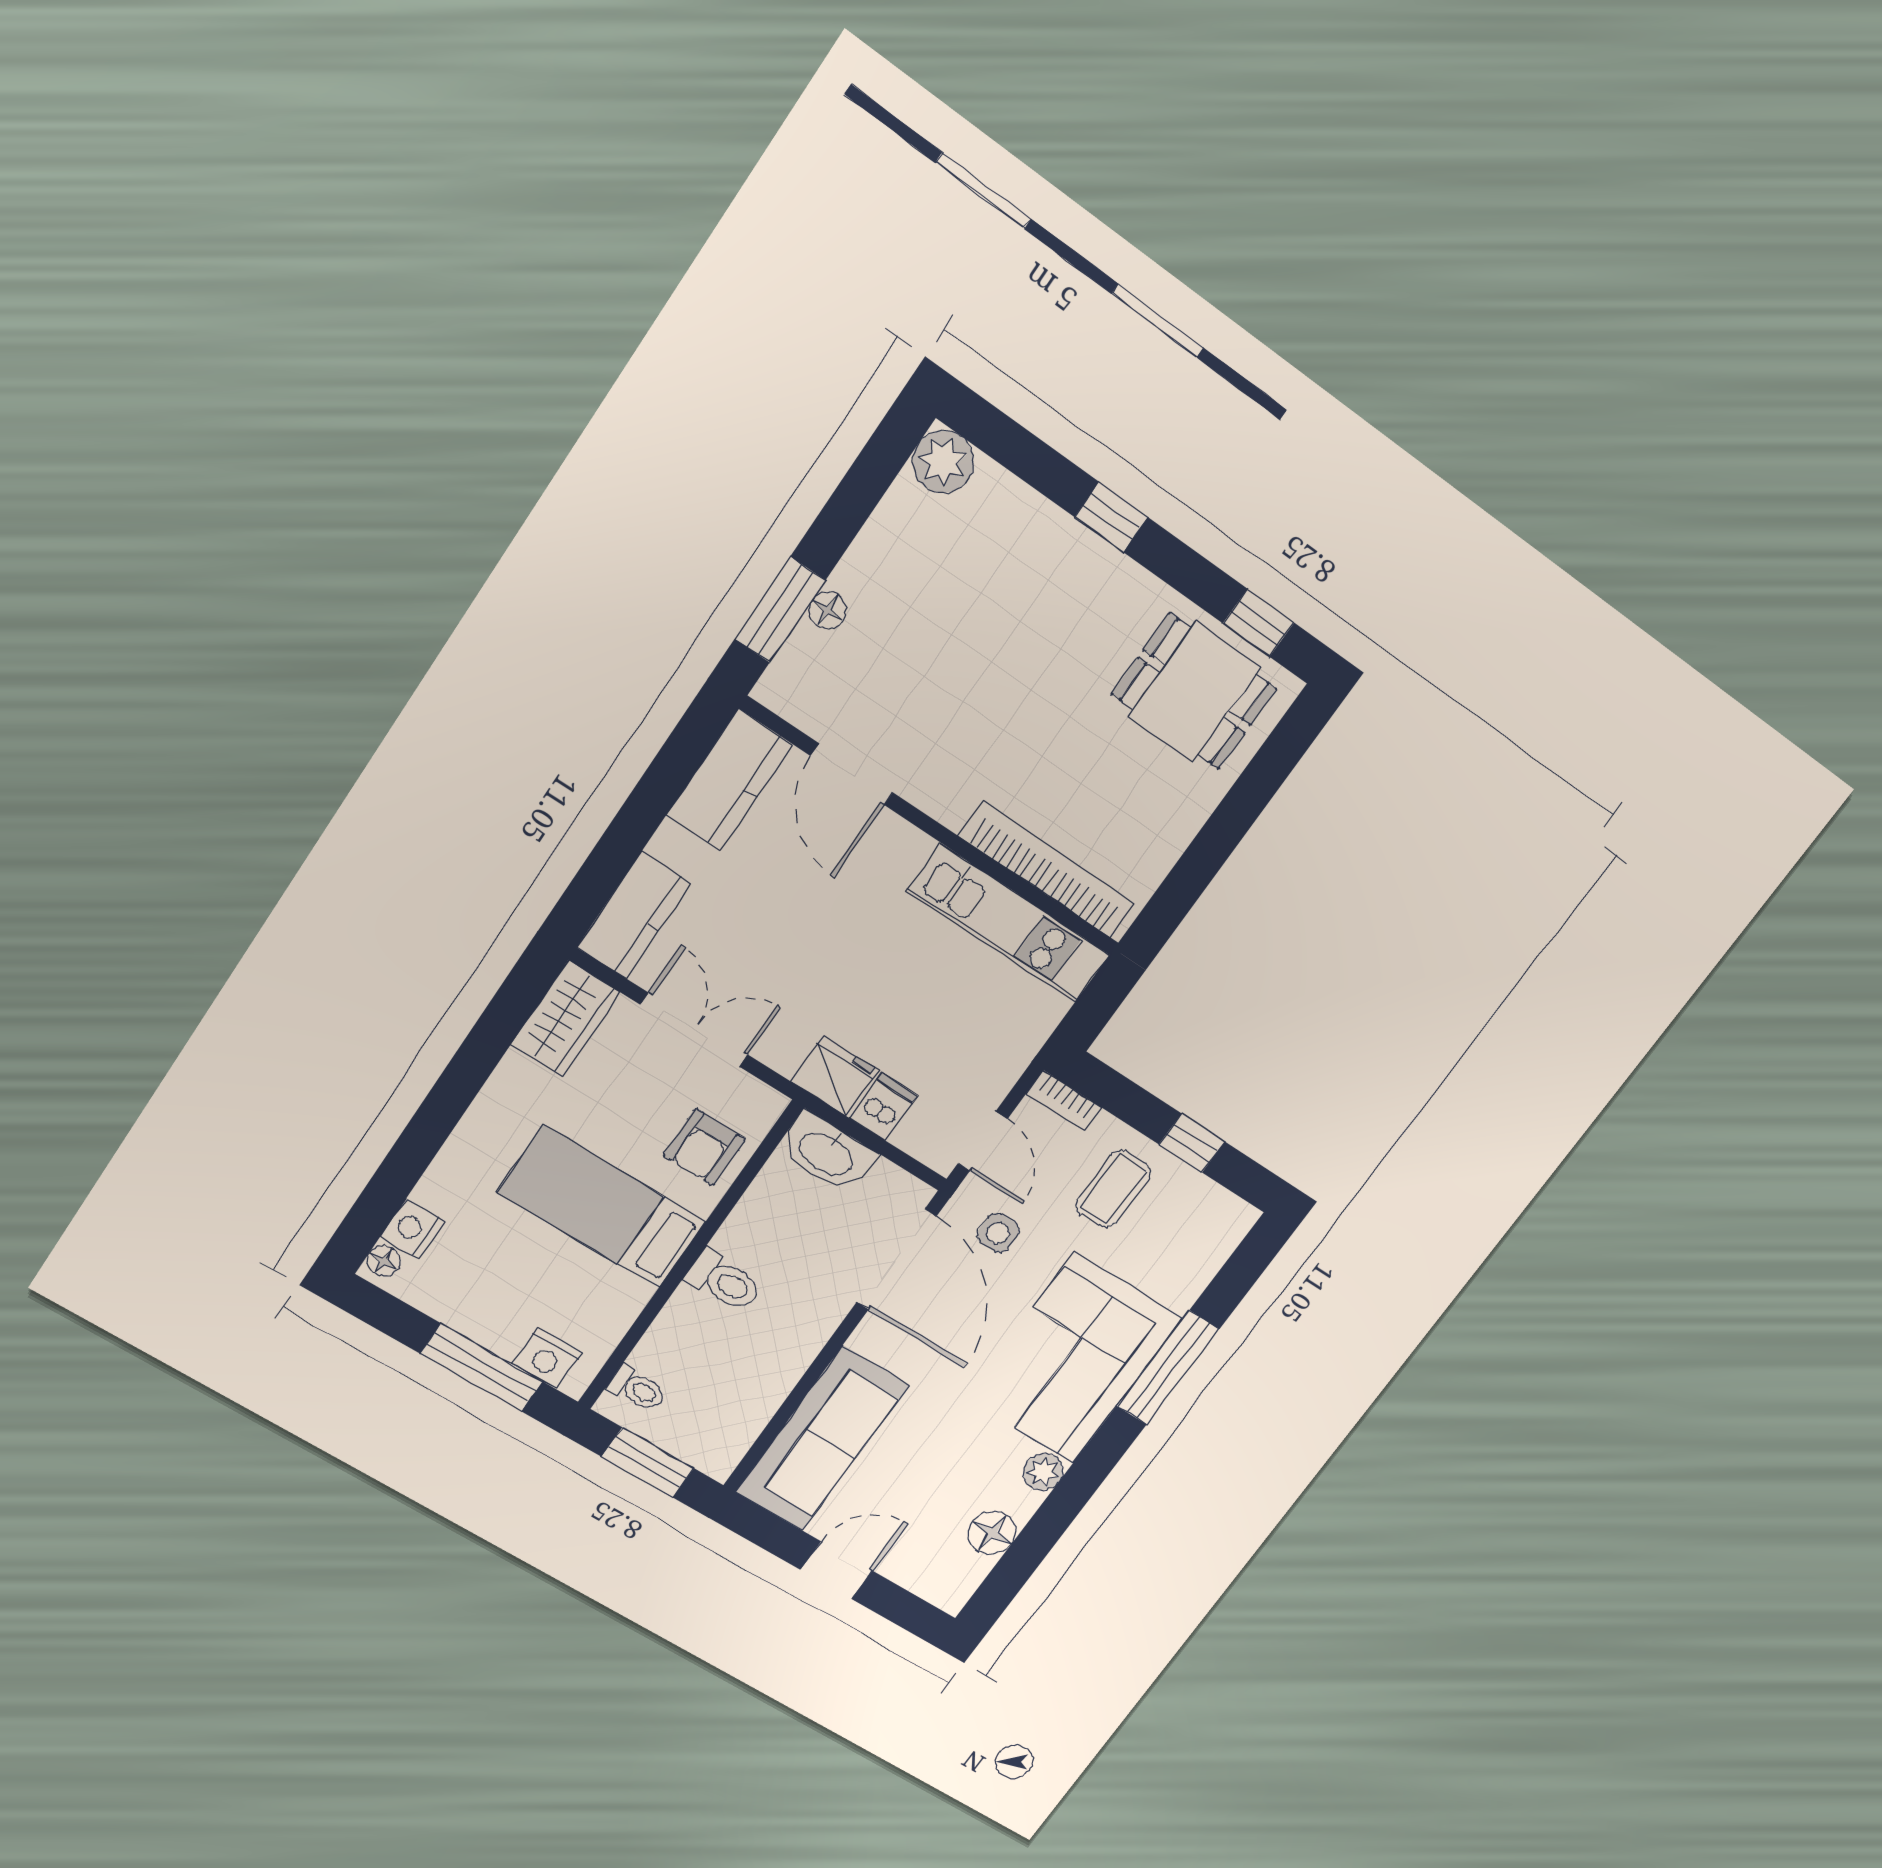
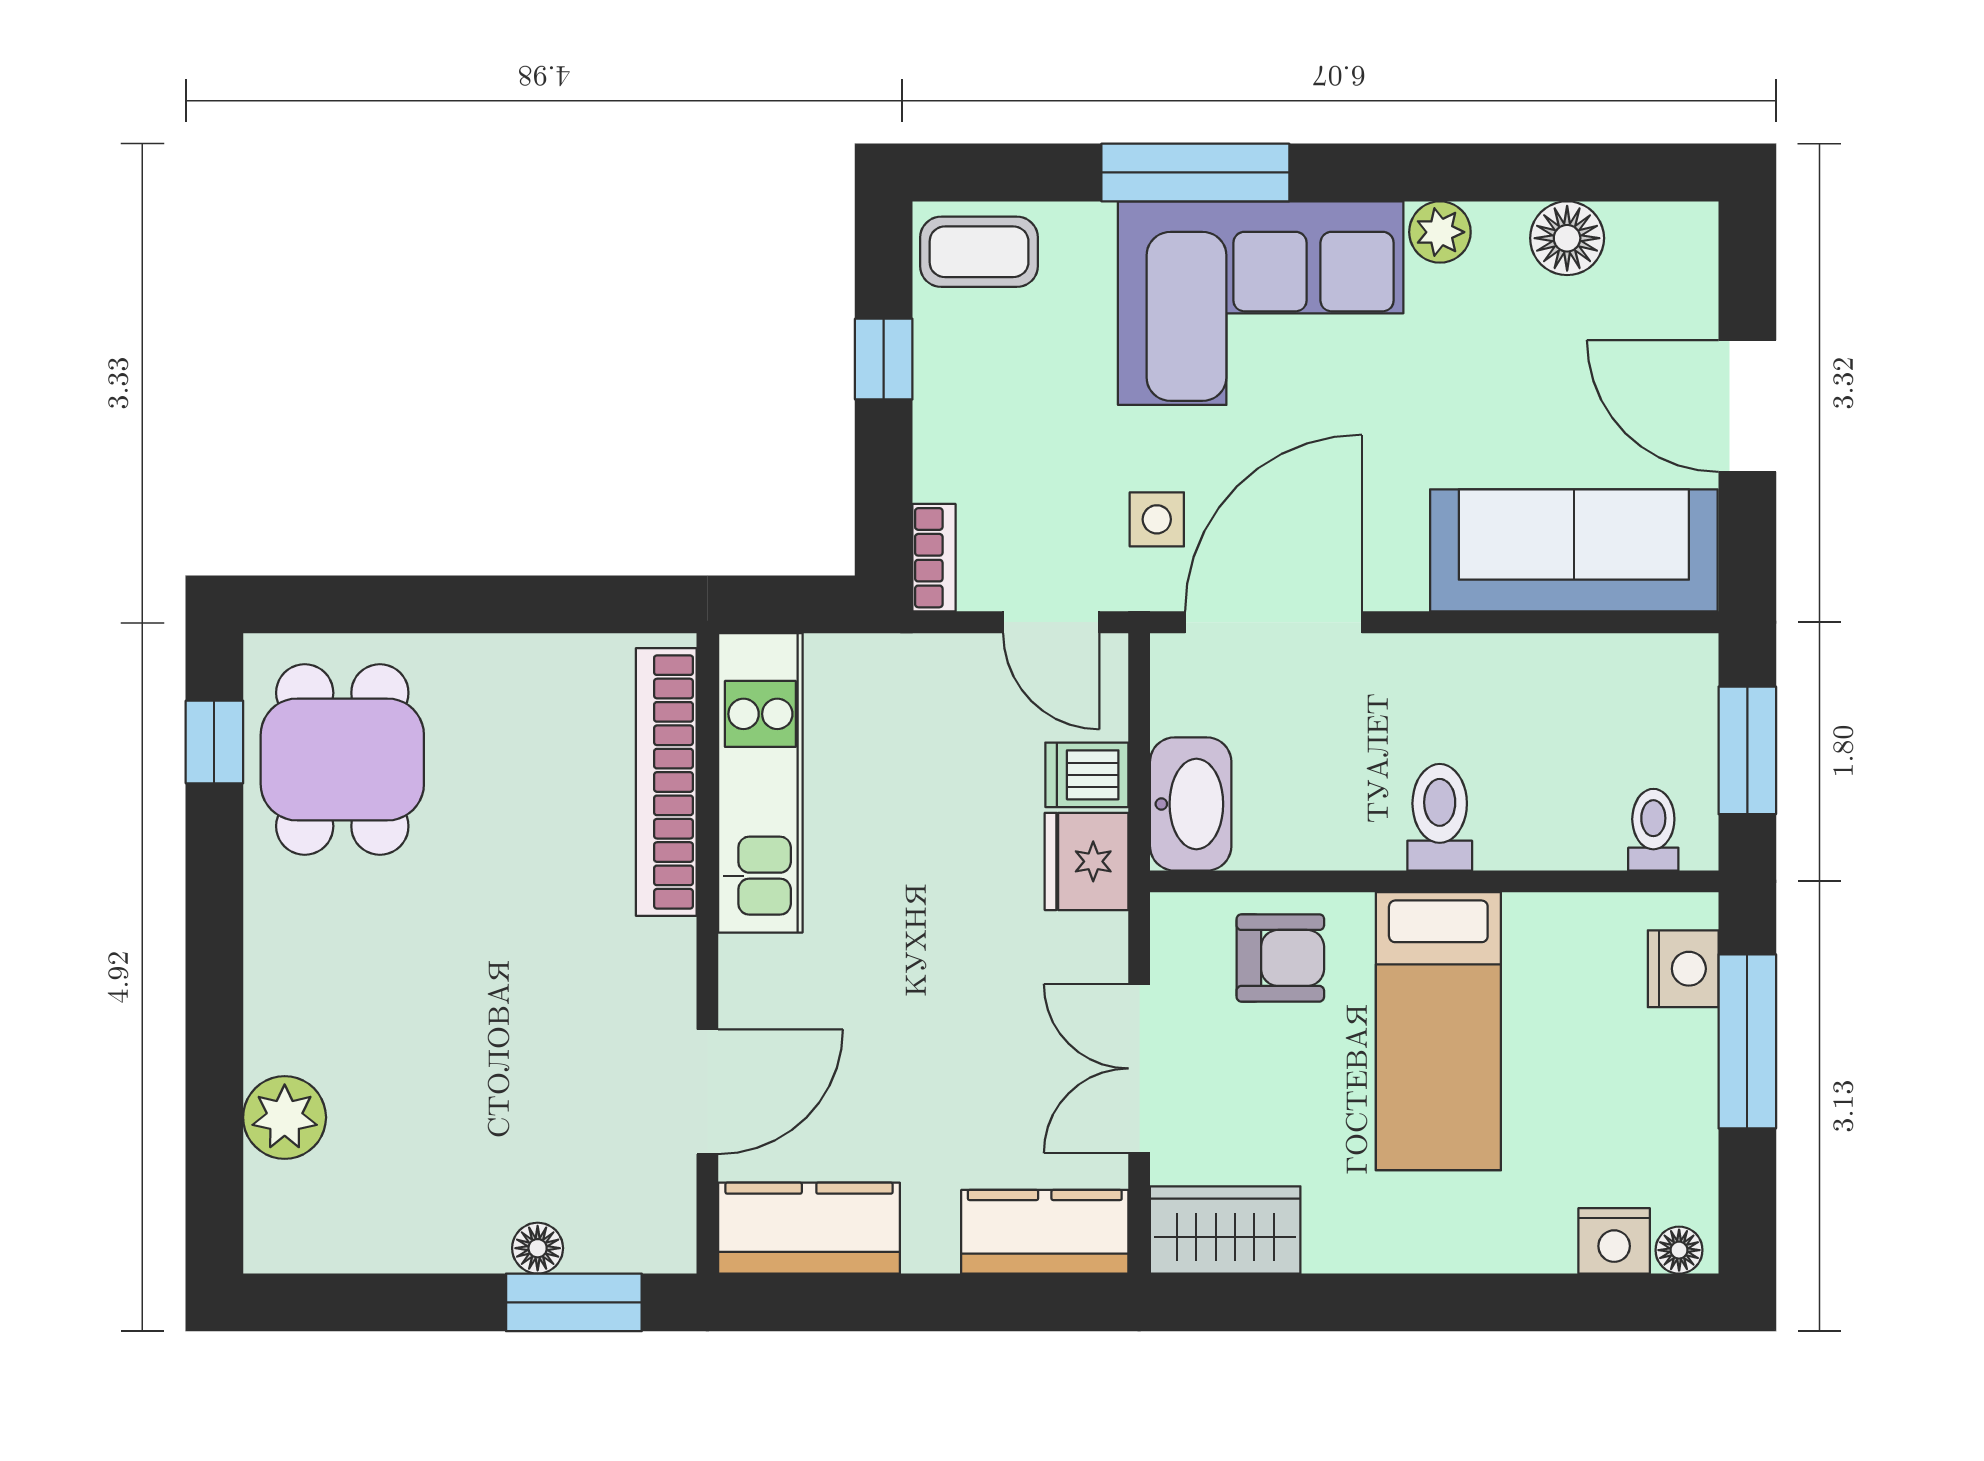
plant: (943, 462) -> (285, 1117), moved
window: (1111, 517) -> (214, 999), removed
door: (983, 1141) -> (1051, 622), swing flipped
coffee table: (1114, 1189) -> (979, 252), moved
door: (836, 1570) -> (1747, 406), width x1.37

